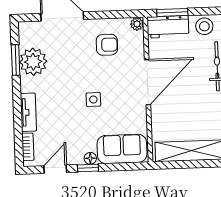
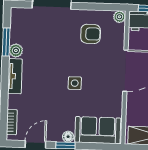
plant: (33, 62) -> (16, 50), width x0.53, depth x0.53
tv unit: (28, 112) -> (15, 76), moved

